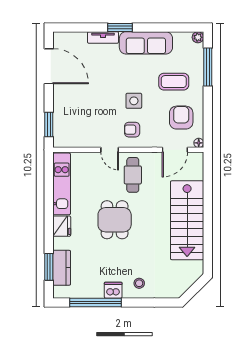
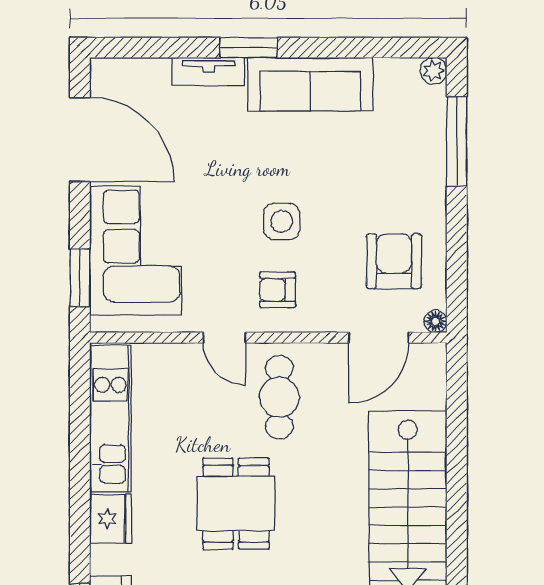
coffee table: (174, 82) -> (376, 176), removed
corner sofa: (72, 113) -> (136, 251), added

